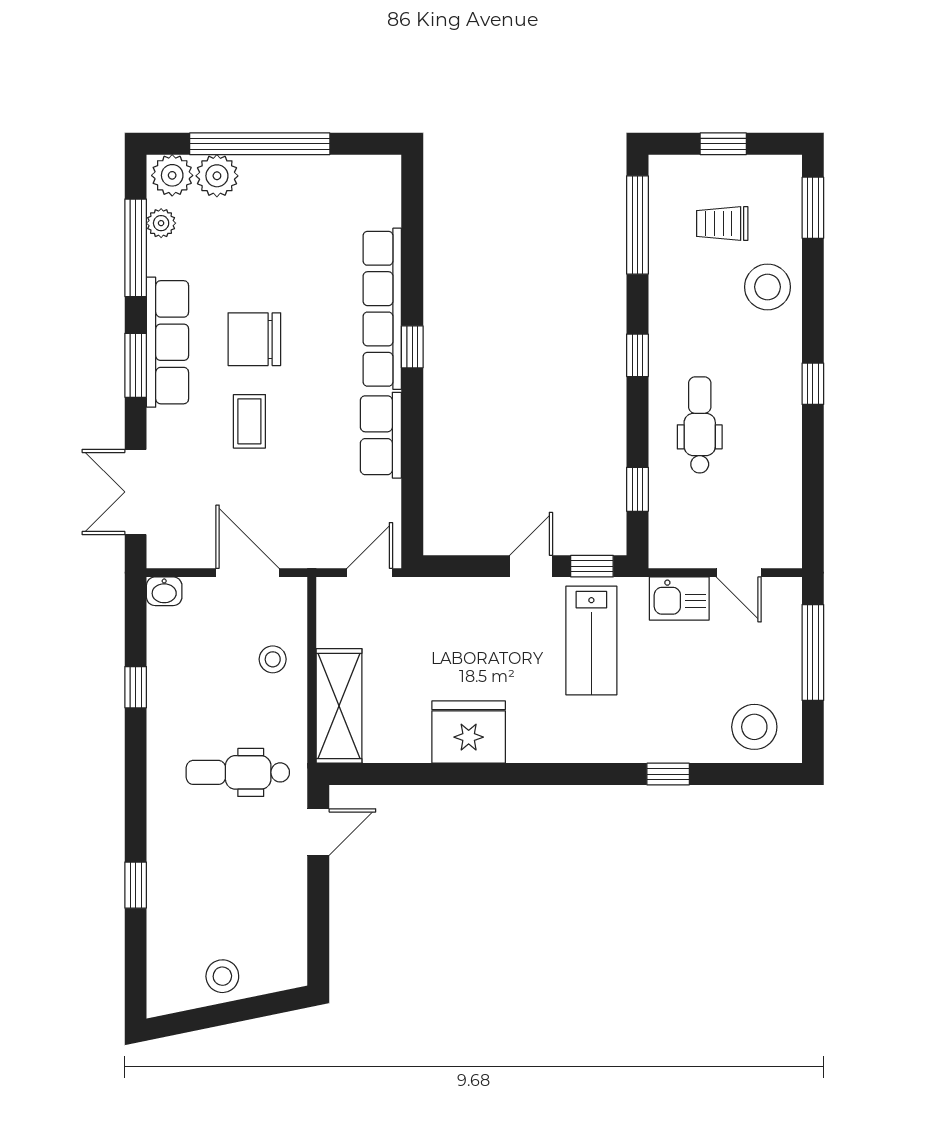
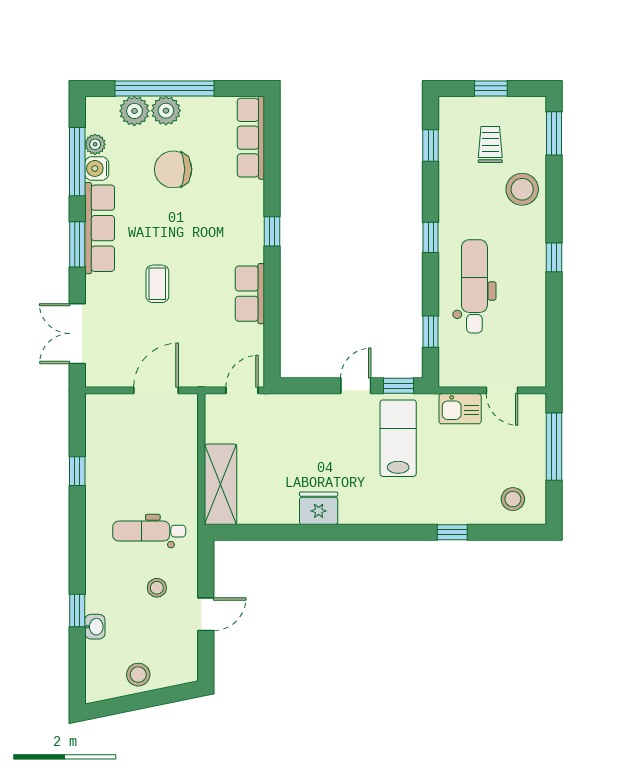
plant: (172, 175) -> (166, 111), moved
trolley: (722, 224) -> (490, 145), turned 90
window: (637, 225) -> (431, 146), width x0.46
water cooler: (163, 257) -> (97, 168), added
row of seats: (382, 309) -> (251, 138), moved, width x0.73
chair: (254, 339) -> (173, 169), moved
dental chair: (700, 425) -> (474, 286), width x1.36, depth x1.38
door: (248, 573) -> (156, 390), hinge flipped
washbasin: (164, 591) -> (95, 627), moved, turned -90
lab bench: (591, 640) -> (398, 438), turned 180
stool: (273, 659) -> (157, 588), moved
stool: (754, 727) -> (513, 499), width x0.73, depth x0.73
fridge: (469, 732) -> (319, 508), width x0.73, depth x0.75
door: (318, 832) -> (206, 614), moved

